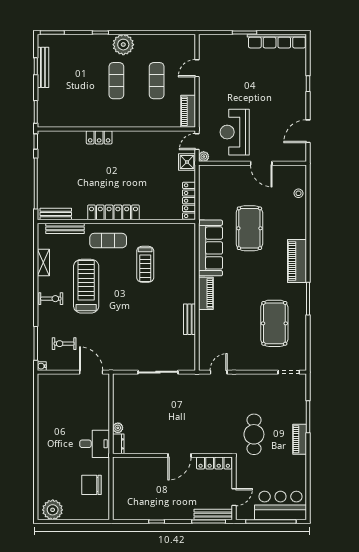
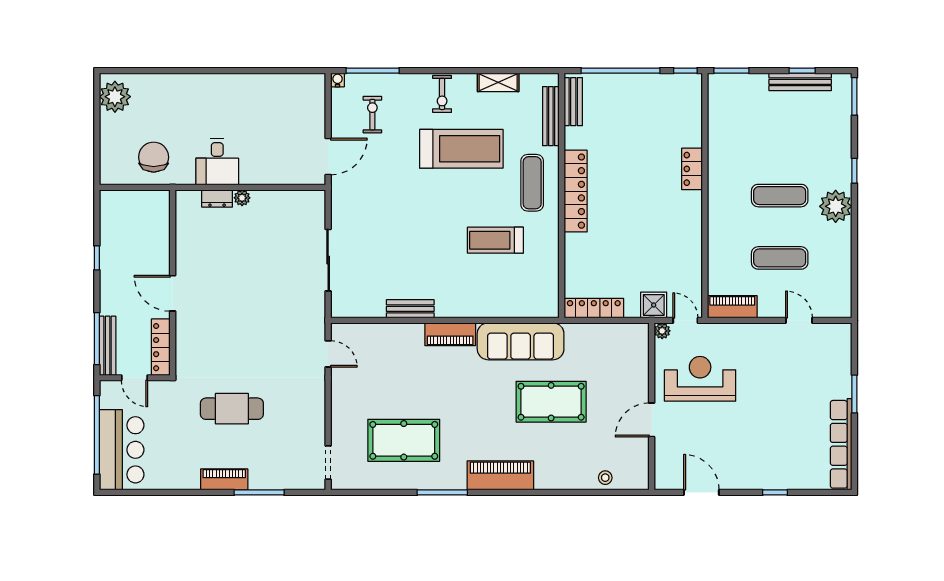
wall: (173, 455) -> (173, 283), moved
door: (179, 455) -> (173, 293), moved
locker: (214, 463) -> (161, 347), moved

